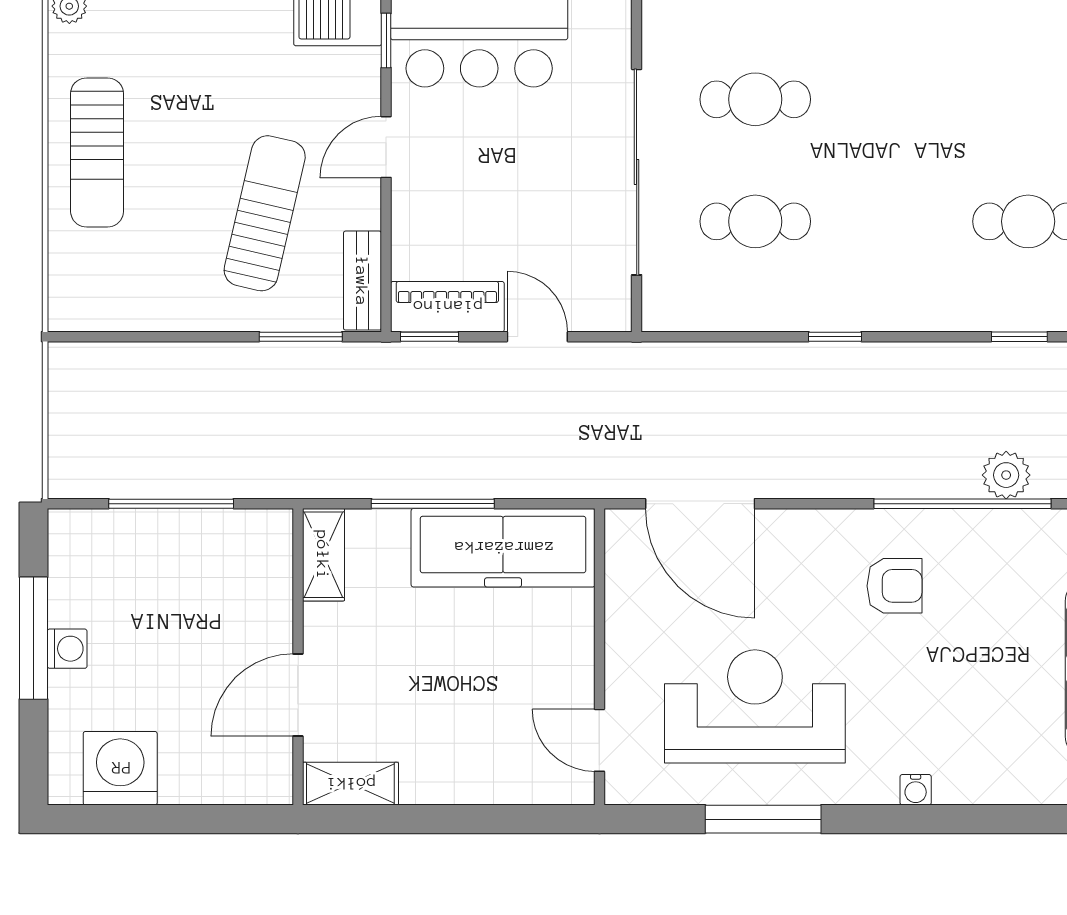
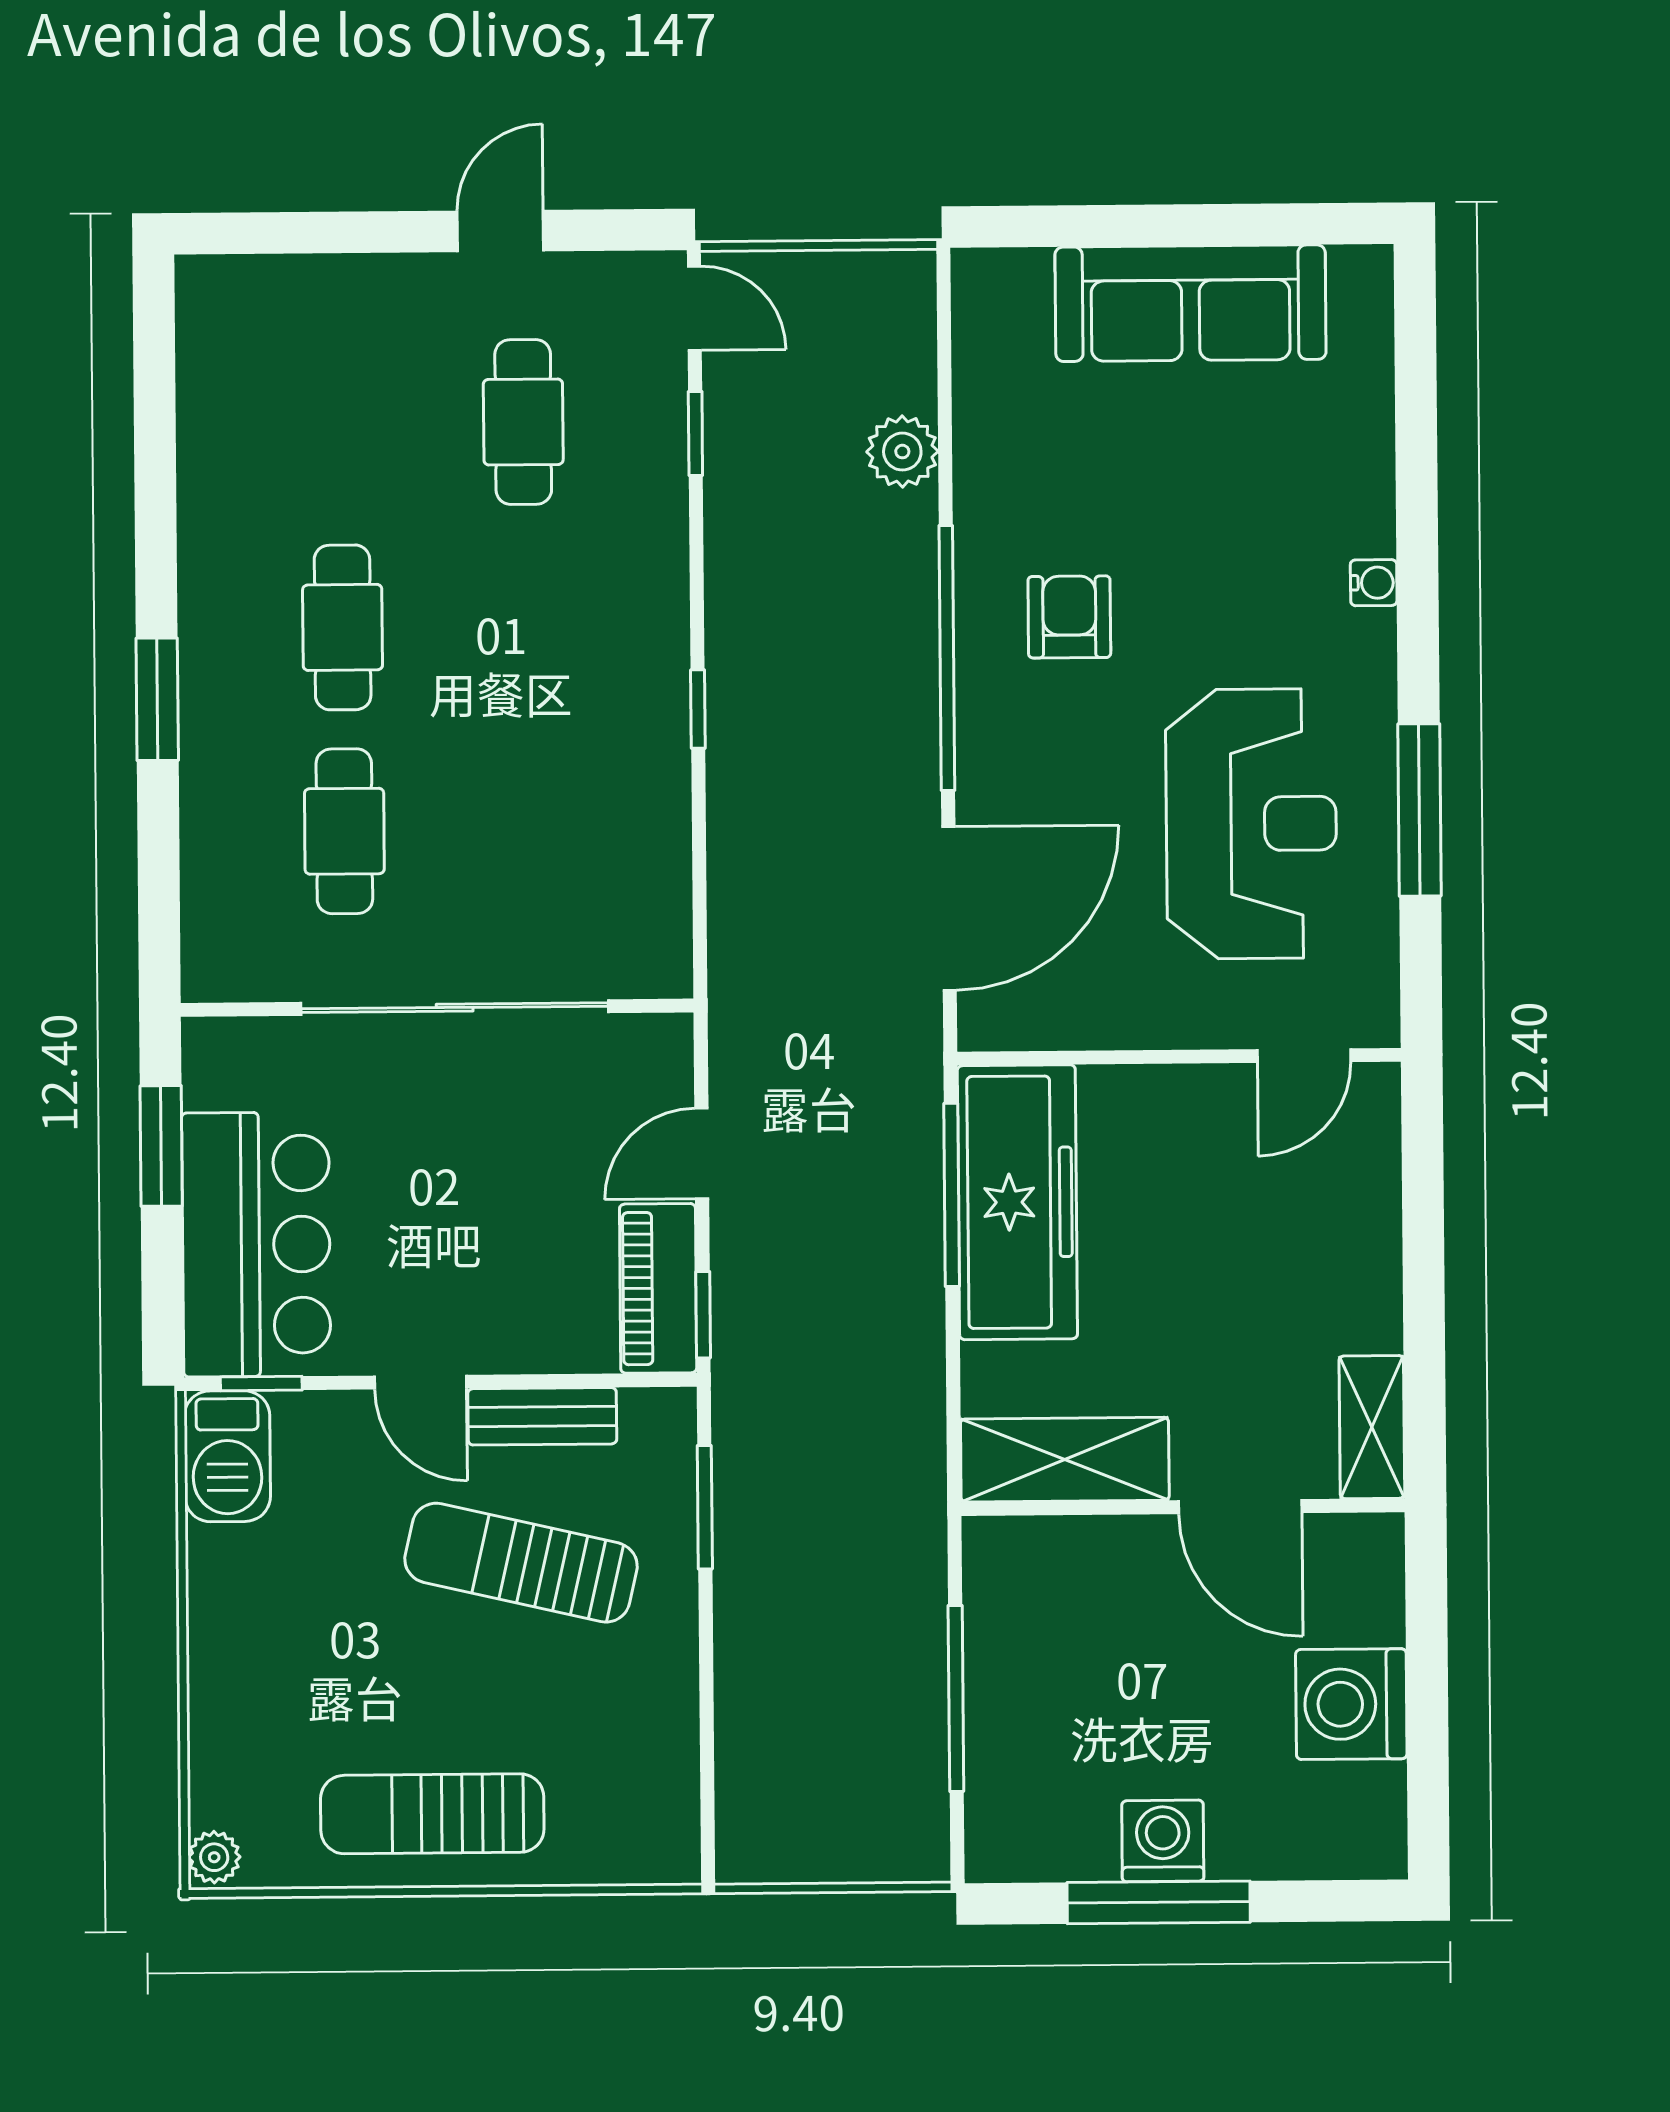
sun lounger: (97, 152) -> (432, 1814), turned 180
cafe table: (755, 221) -> (343, 627), moved
bench: (362, 281) -> (542, 1416), moved
window: (433, 504) -> (952, 1195), moved
window: (962, 504) -> (947, 658), moved
shelving: (323, 555) -> (1065, 1460), width x1.50, depth x1.33
washing machine: (67, 649) -> (1163, 1841), width x1.38, depth x1.38
reception desk: (755, 706) -> (1251, 824), turned 180
washing machine: (120, 768) -> (1351, 1704), moved

